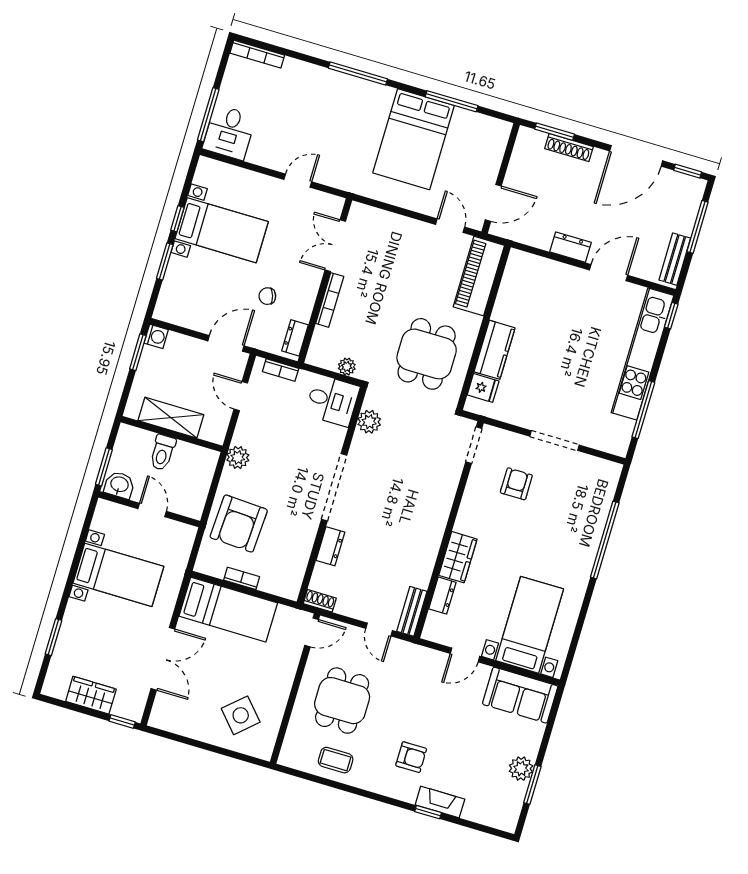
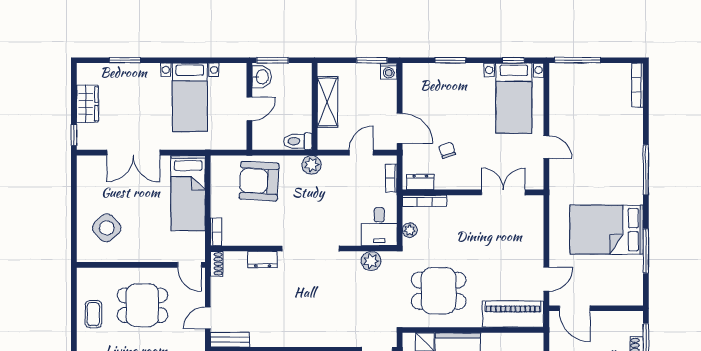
desk: (229, 132) -> (569, 81), removed
window: (177, 219) -> (513, 60), moved
bed with nightstands: (222, 230) -> (514, 98), moved
bookcase: (330, 300) -> (424, 201), moved
toilet: (163, 452) -> (298, 141), moved
bookcase: (242, 578) -> (216, 232), moved

